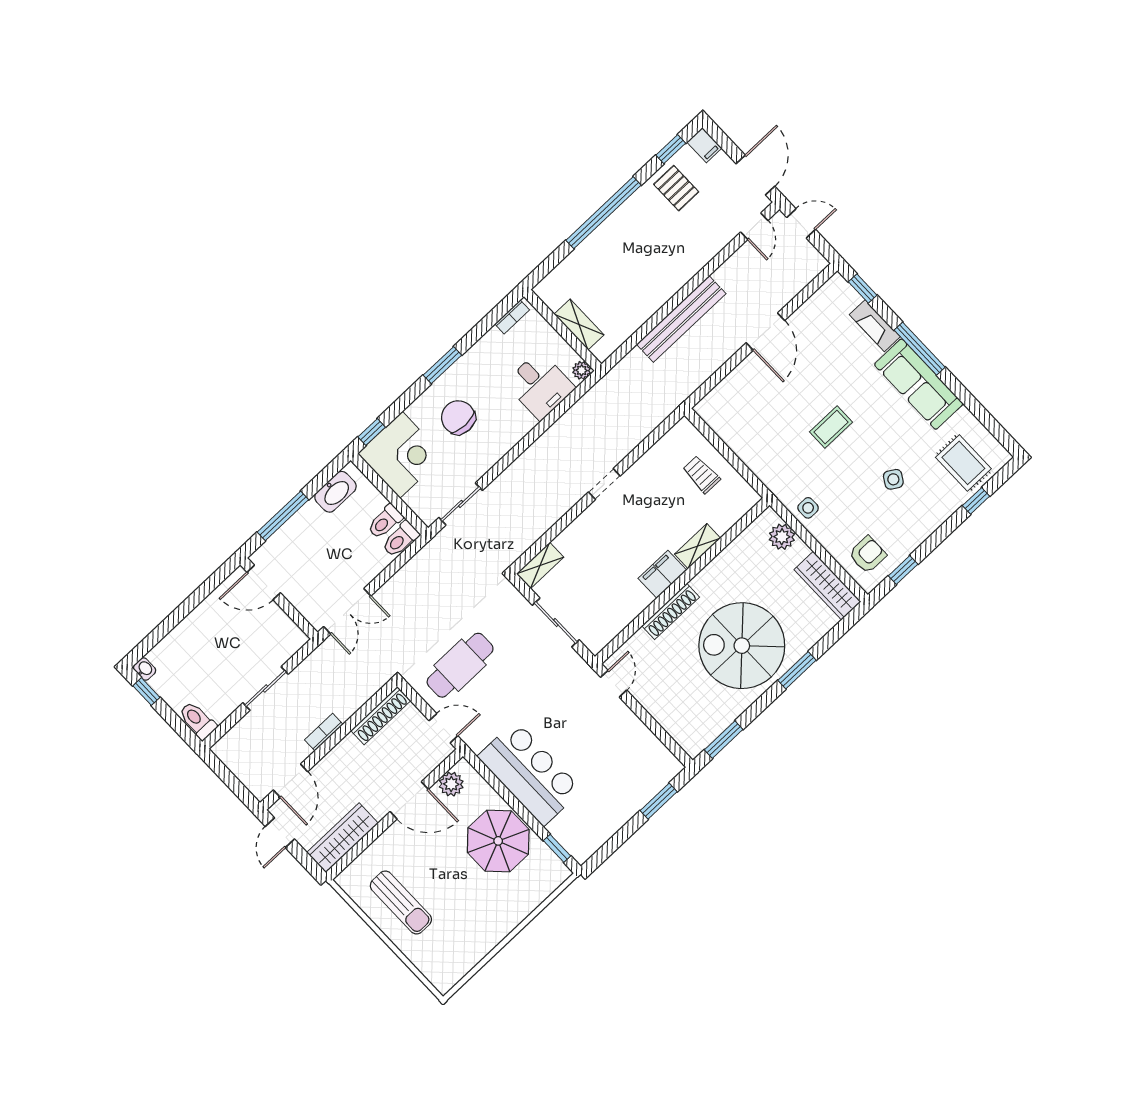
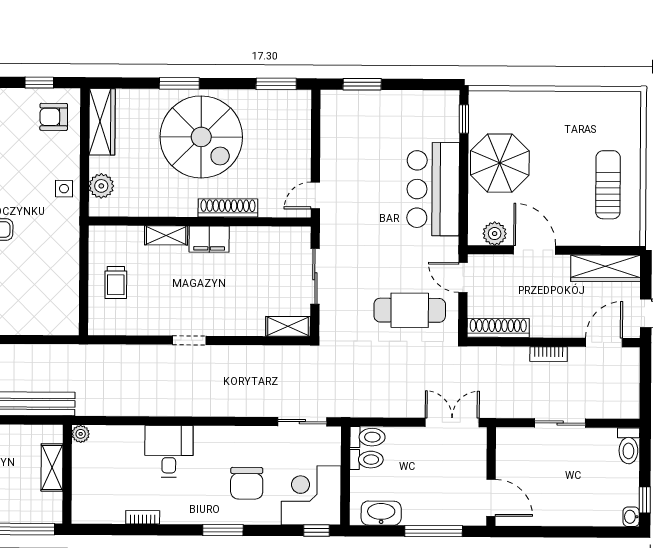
shelving: (579, 324) -> (52, 468), moved
wall: (563, 330) -> (67, 474), moved
plant: (582, 370) -> (81, 434), moved

